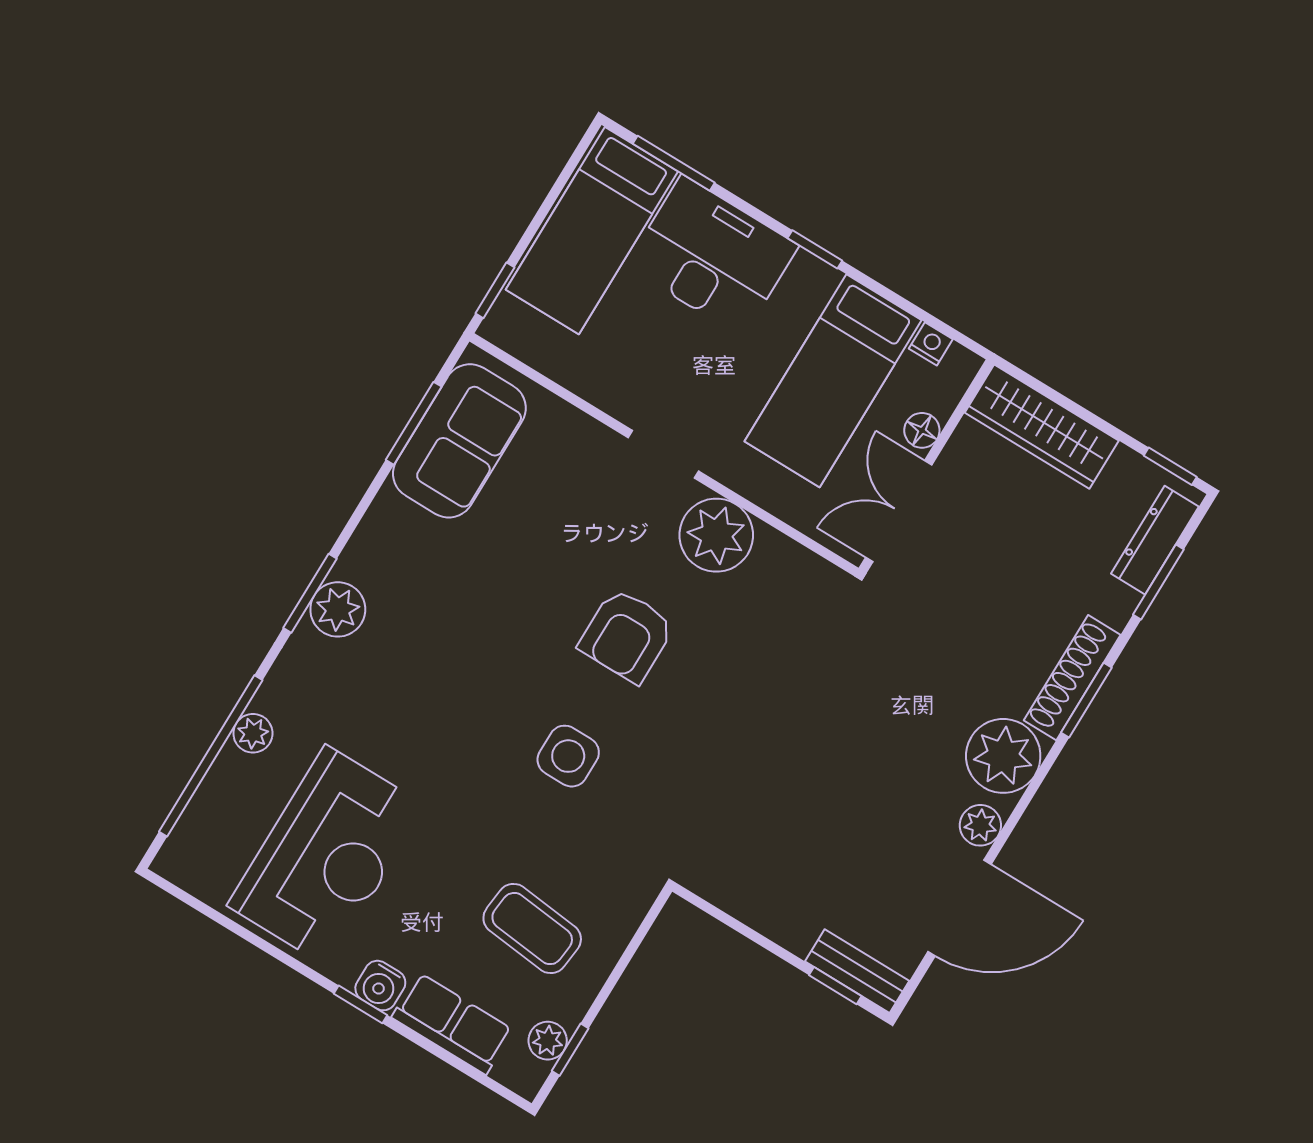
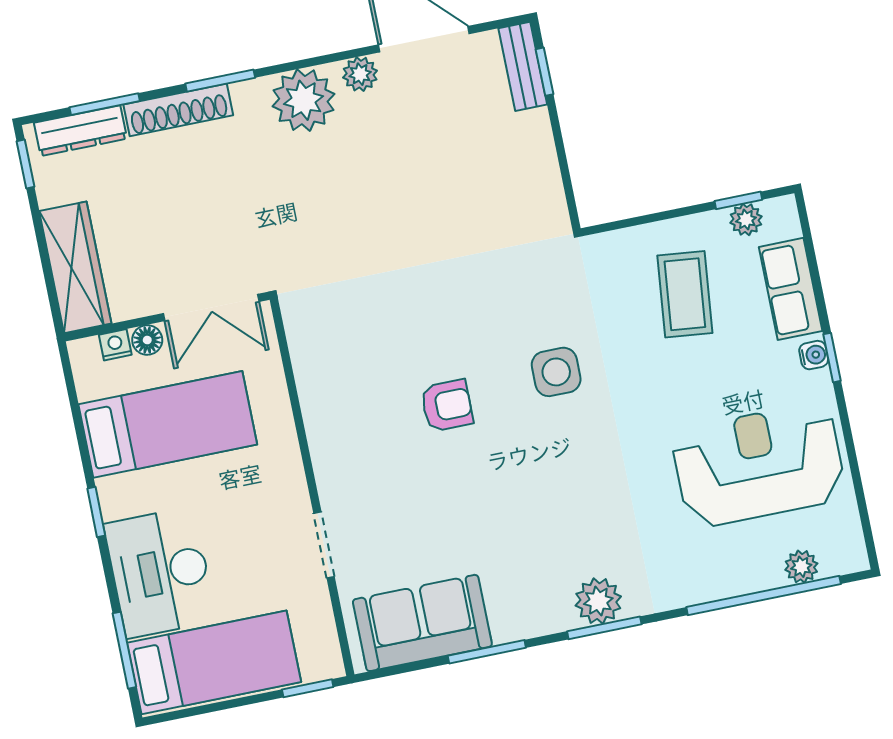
nightstand: (931, 344) -> (115, 345), moved, turned 90
window: (414, 423) -> (487, 652), moved
doorway: (663, 454) -> (324, 545), moved
plant: (716, 535) -> (332, 408), removed
armchair: (627, 635) -> (447, 405), width x0.72, depth x0.72
shoe rack: (1072, 678) -> (178, 110), moved
plant: (253, 733) -> (801, 567), moved
water cooler: (380, 986) -> (814, 355), width x0.72, depth x0.72

